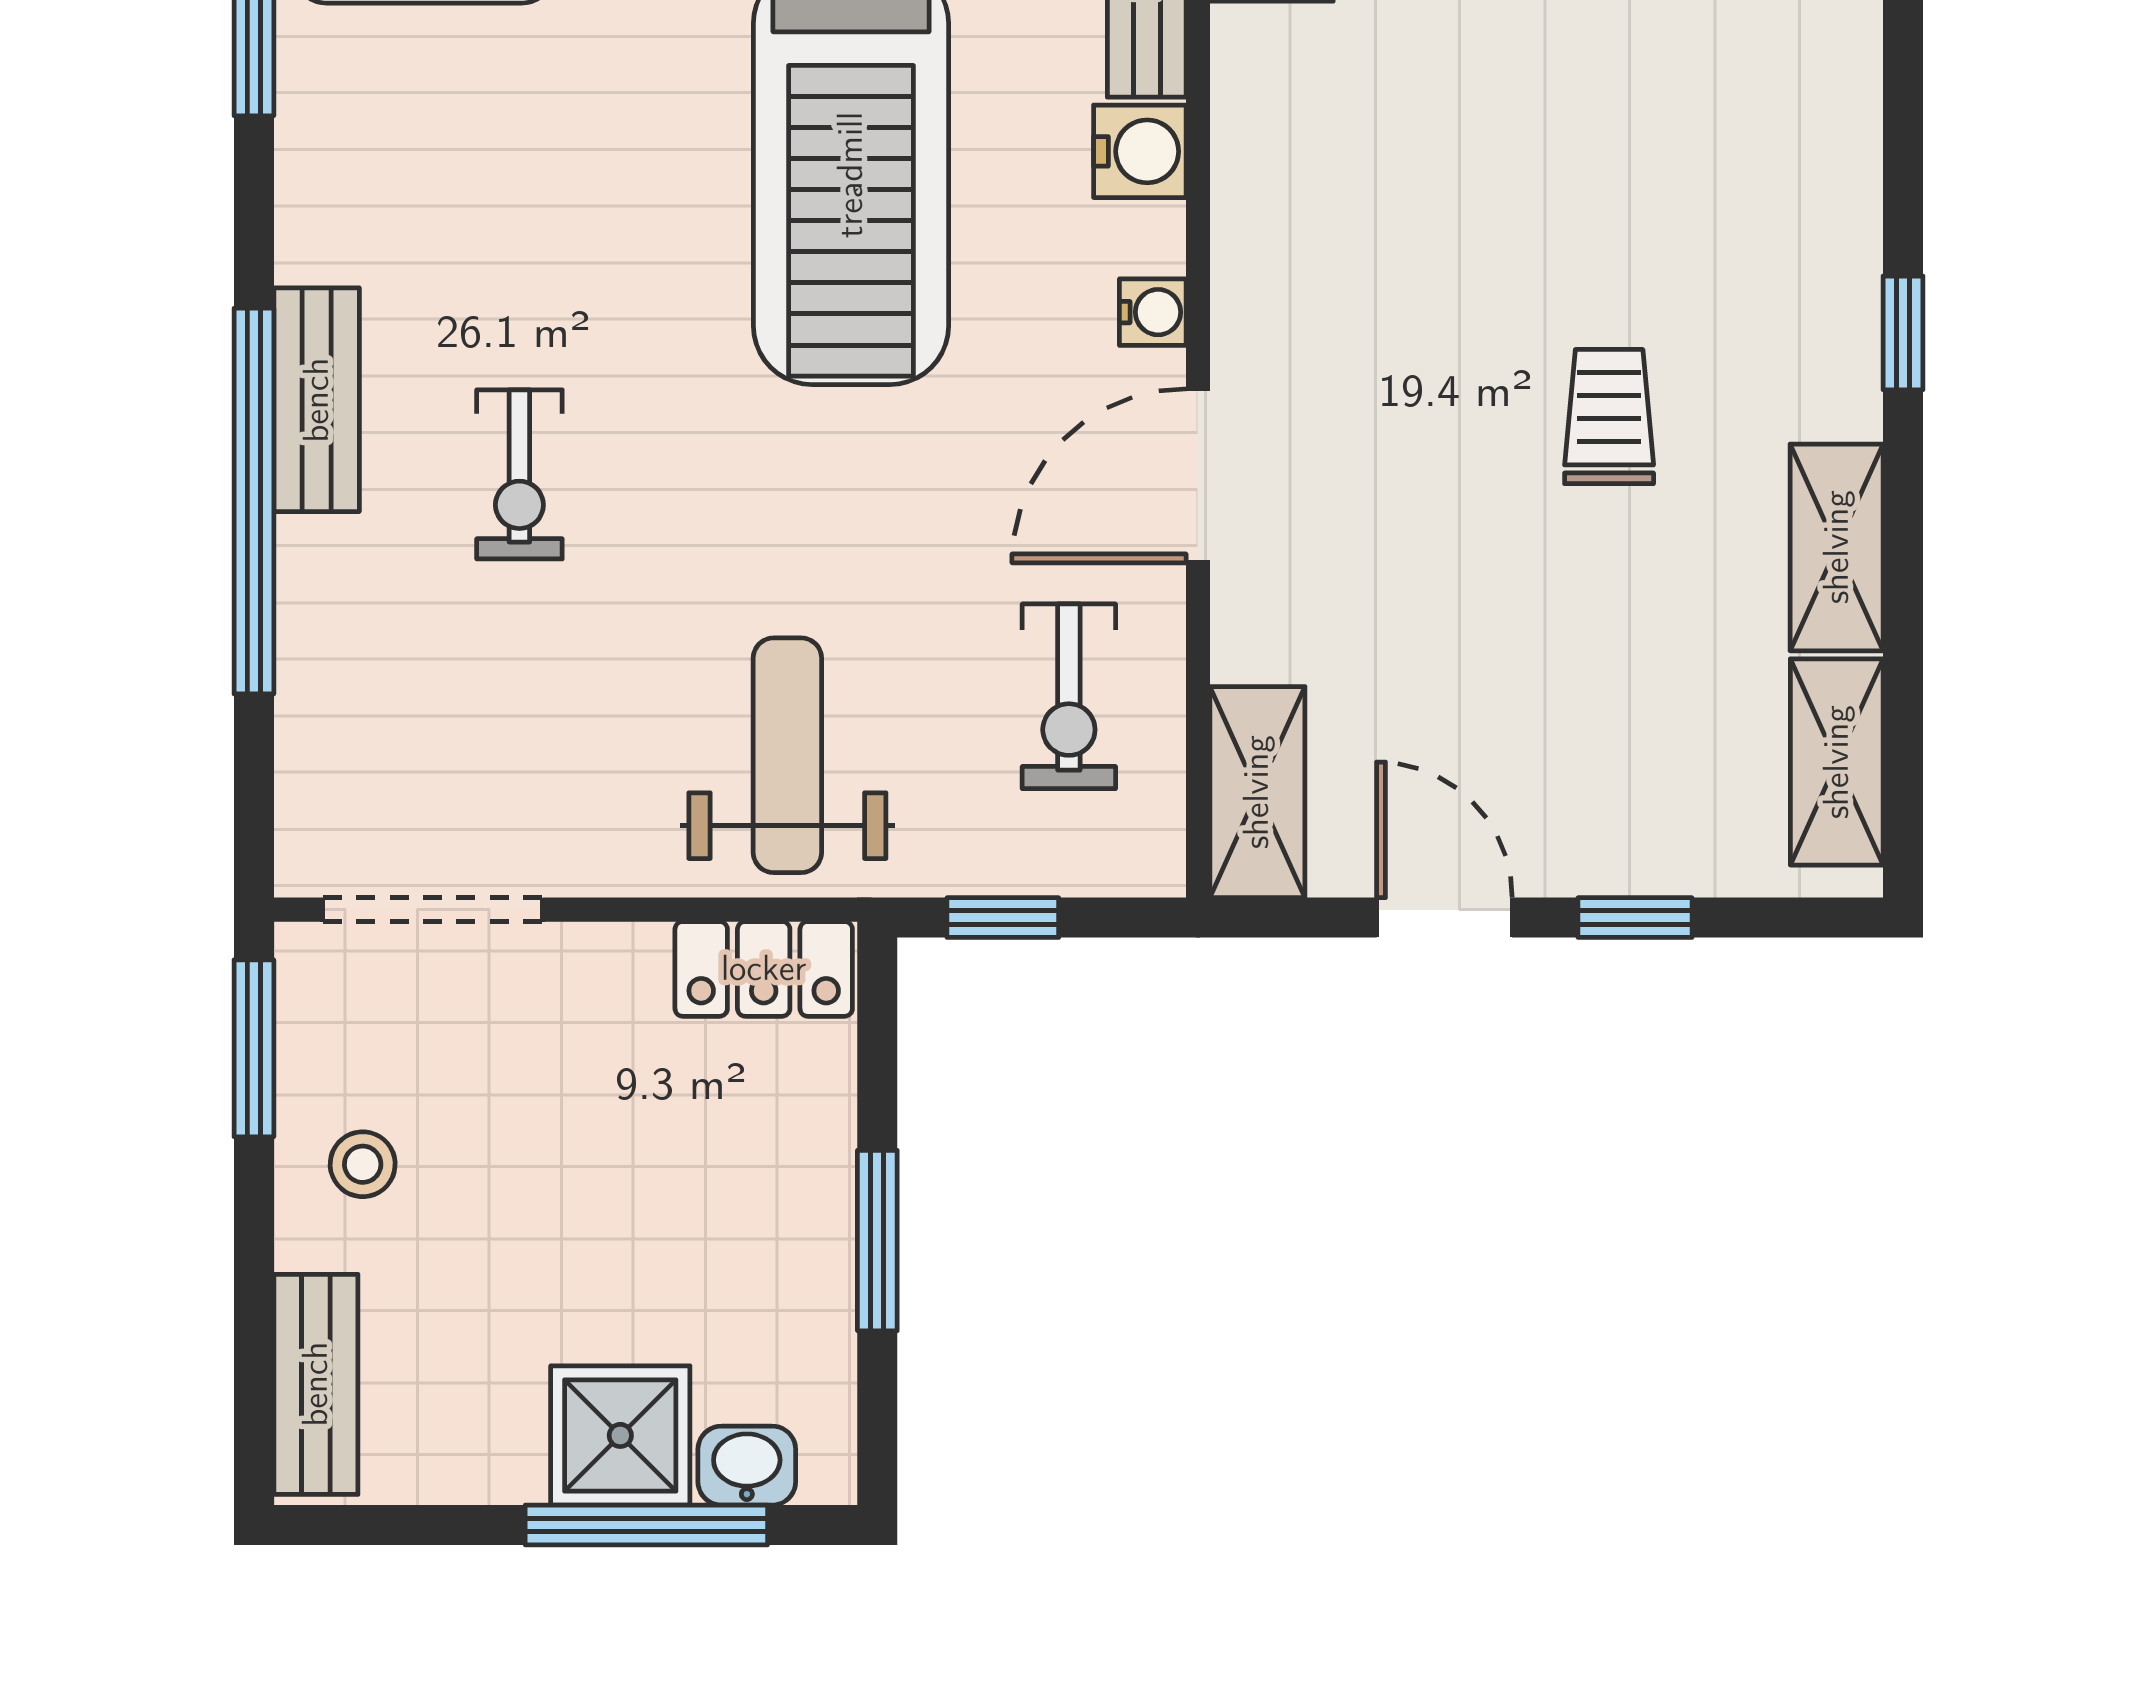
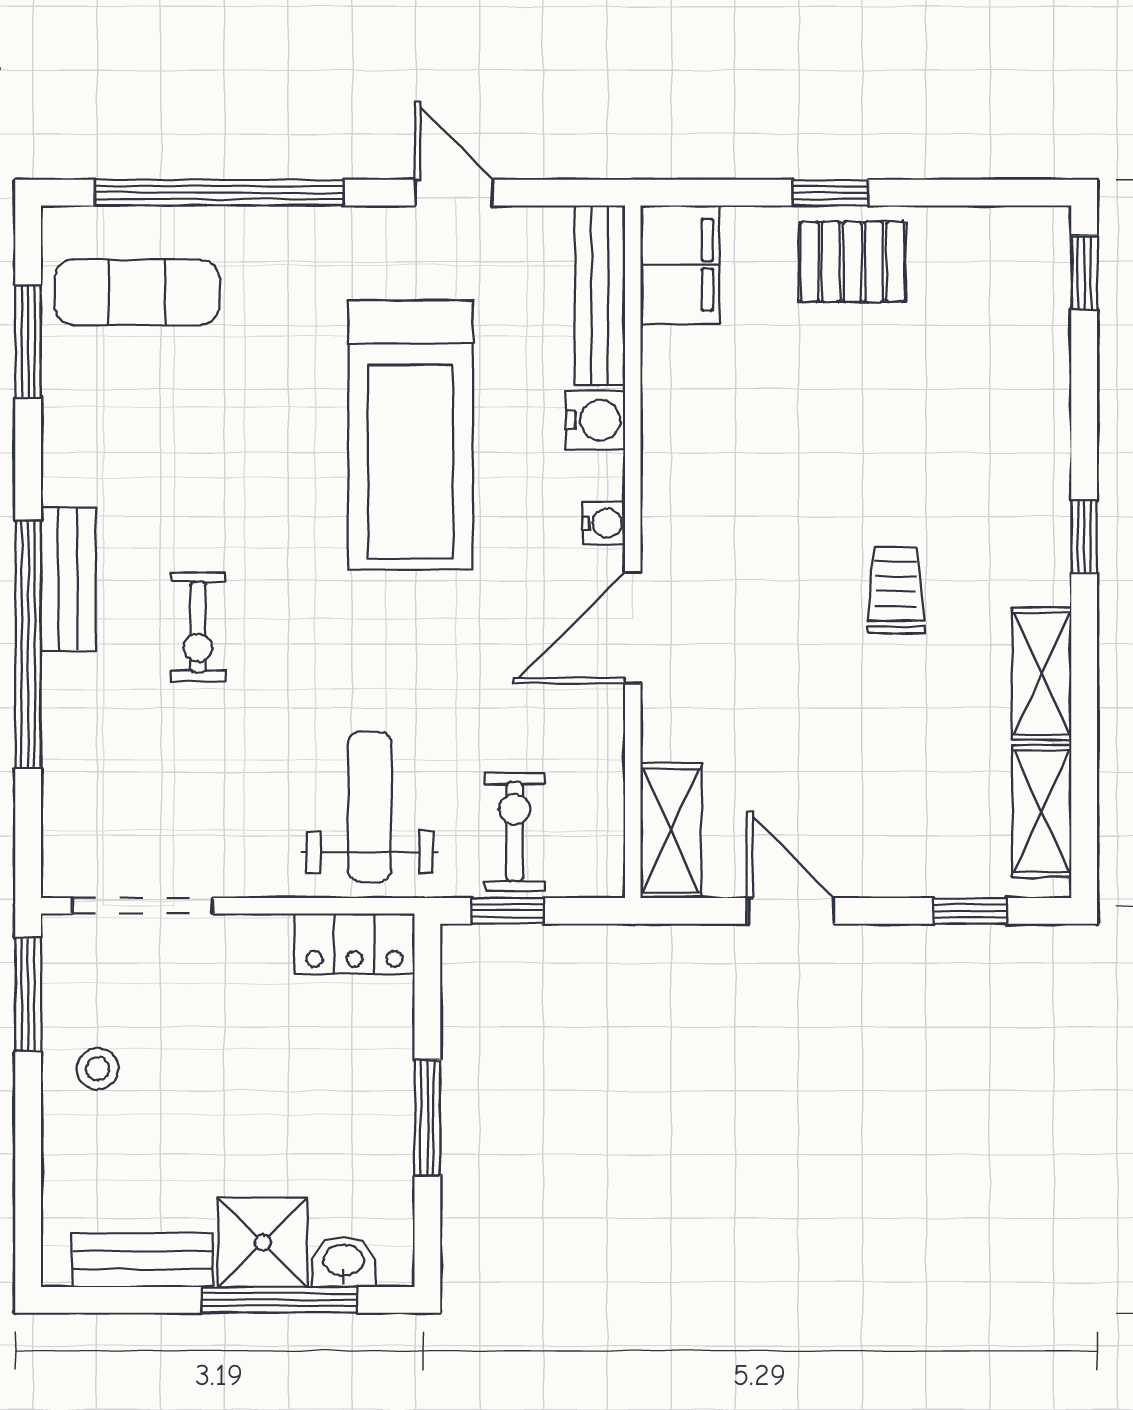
exercise bike: (1069, 696) -> (515, 832), moved, turned 180
window: (1635, 918) -> (970, 911), moved
bench: (316, 1384) -> (143, 1260), moved, turned 90

